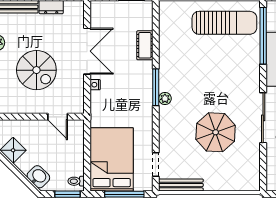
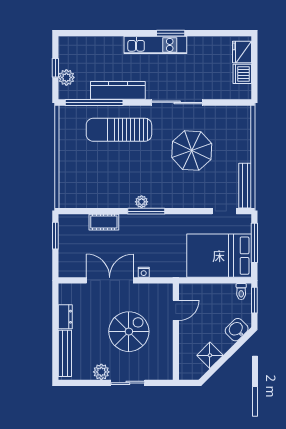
sun lounger: (224, 23) -> (119, 130), moved, turned -90
plant: (165, 99) -> (142, 202), moved

